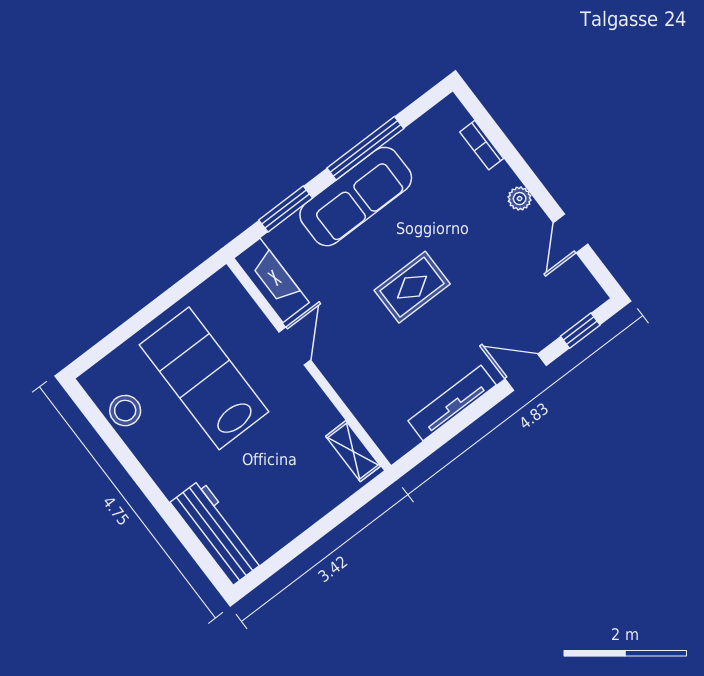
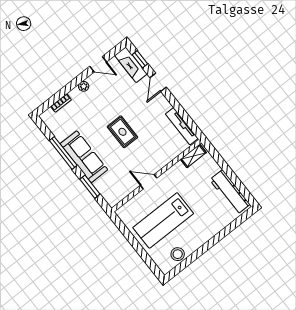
fireplace: (271, 280) -> (131, 65), moved, turned -90
tv unit: (452, 403) -> (182, 126), moved
workbench: (217, 532) -> (230, 192), moved, turned -90

